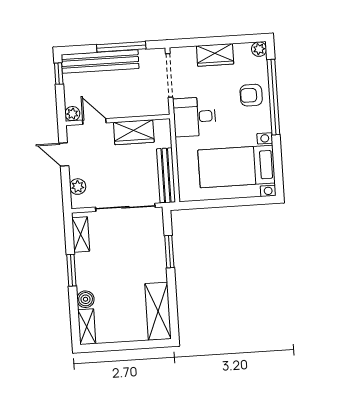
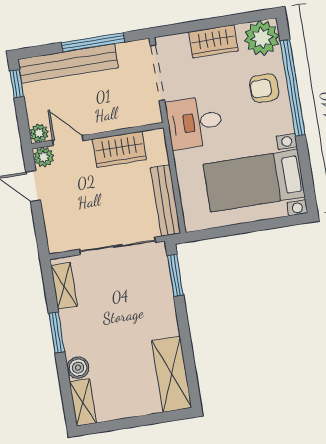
plant: (259, 49) -> (262, 38), width x1.88, depth x1.88
plant: (78, 187) -> (44, 157), moved
window: (169, 252) -> (175, 275), moved

